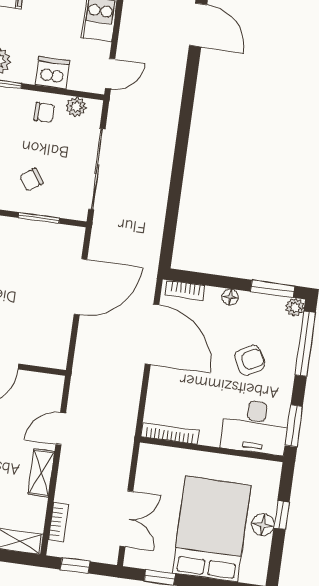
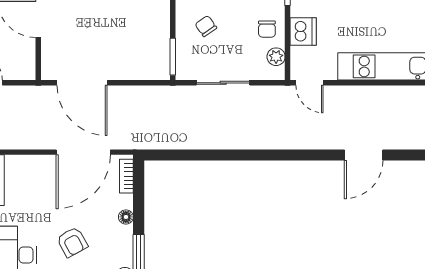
sliding door: (97, 169) -> (223, 83), width x0.73
window: (39, 218) -> (173, 57), moved
door: (80, 287) -> (82, 83), moved

